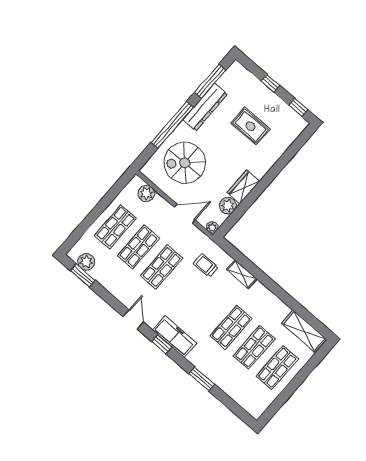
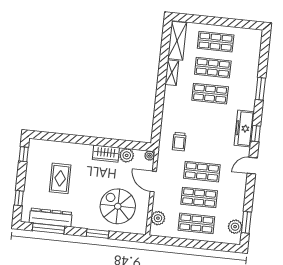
window: (270, 83) -> (19, 198), moved
dresser: (205, 107) -> (51, 217), moved
window: (172, 125) -> (98, 234), width x0.47
spiral stairs: (185, 163) -> (118, 206), turned 180
shelving: (242, 274) -> (172, 73), moved

